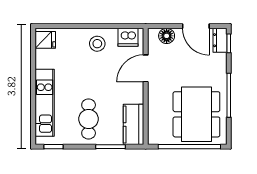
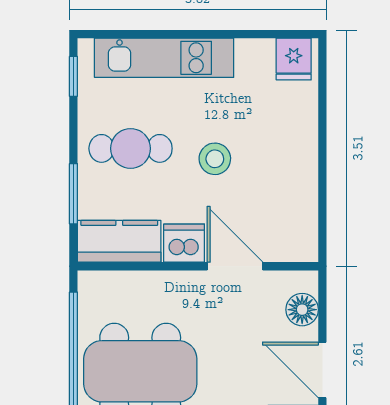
door: (196, 26) -> (322, 370), hinge flipped
dishwasher: (128, 37) -> (184, 243), moved, turned 90
stool: (97, 44) -> (215, 159), moved

